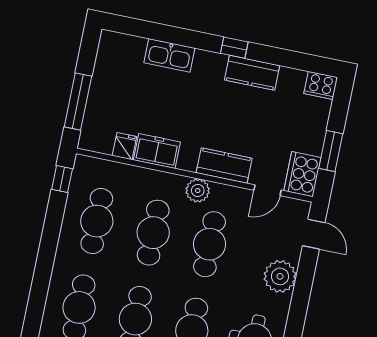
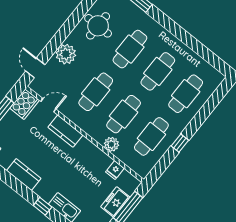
window: (234, 48) -> (43, 206), moved
freezer: (157, 151) -> (115, 202), moved, turned 90
window: (62, 179) -> (180, 143), moved
plant: (198, 191) -> (111, 144), moved

